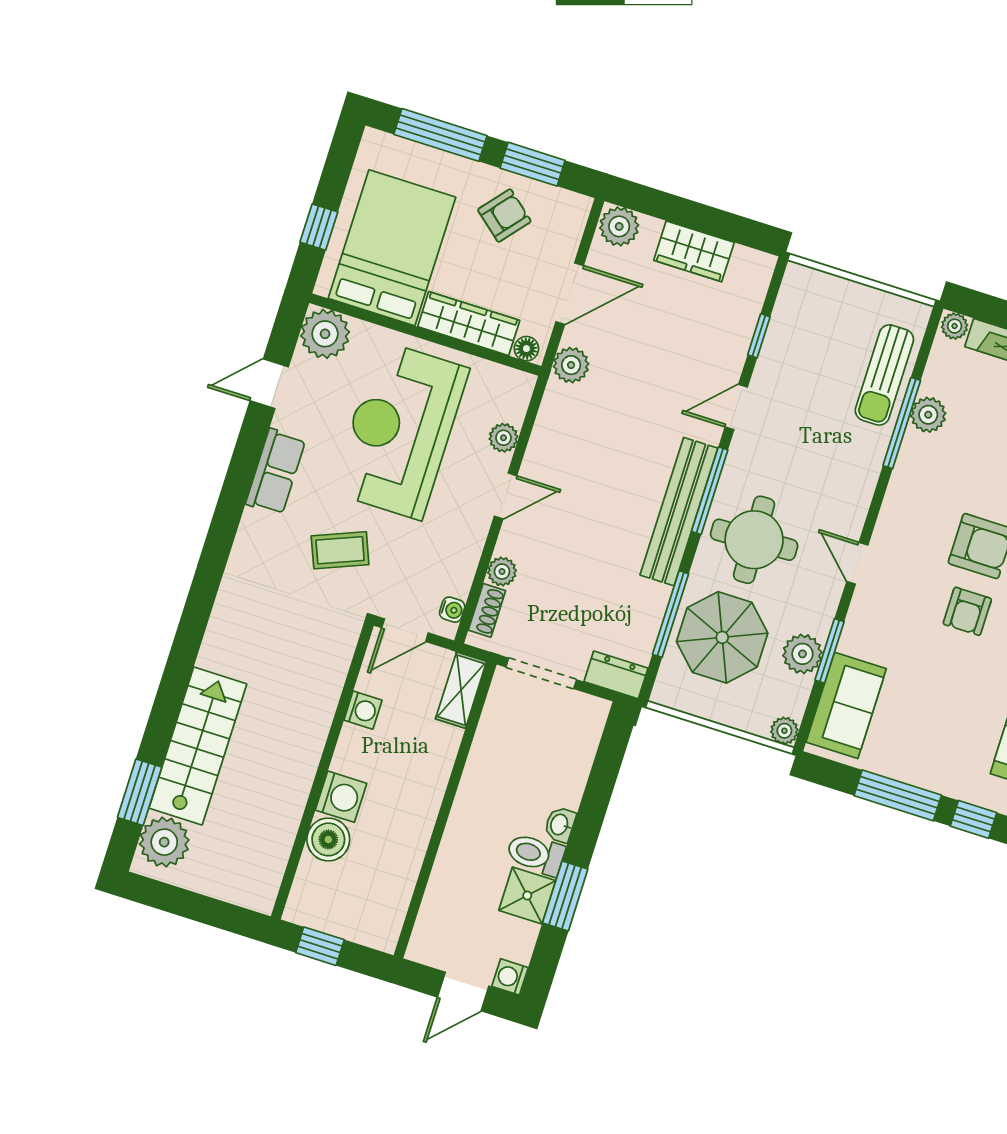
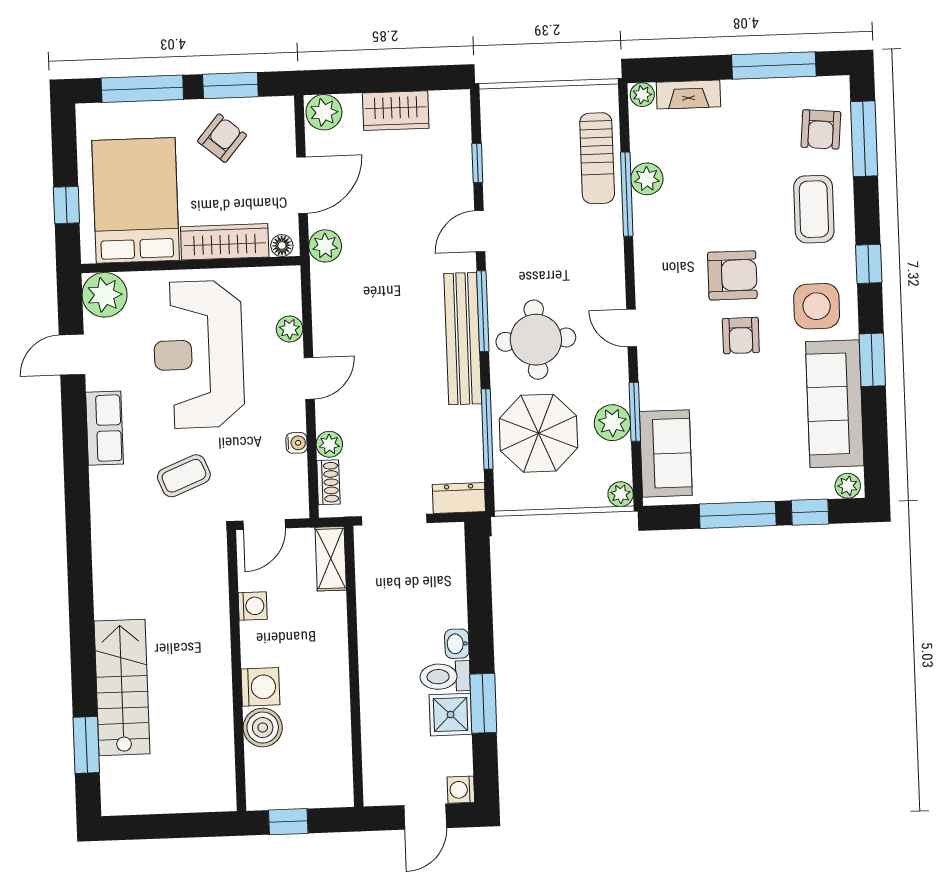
water cooler: (452, 610) -> (297, 443), moved
plant: (164, 842) -> (123, 780), removed

